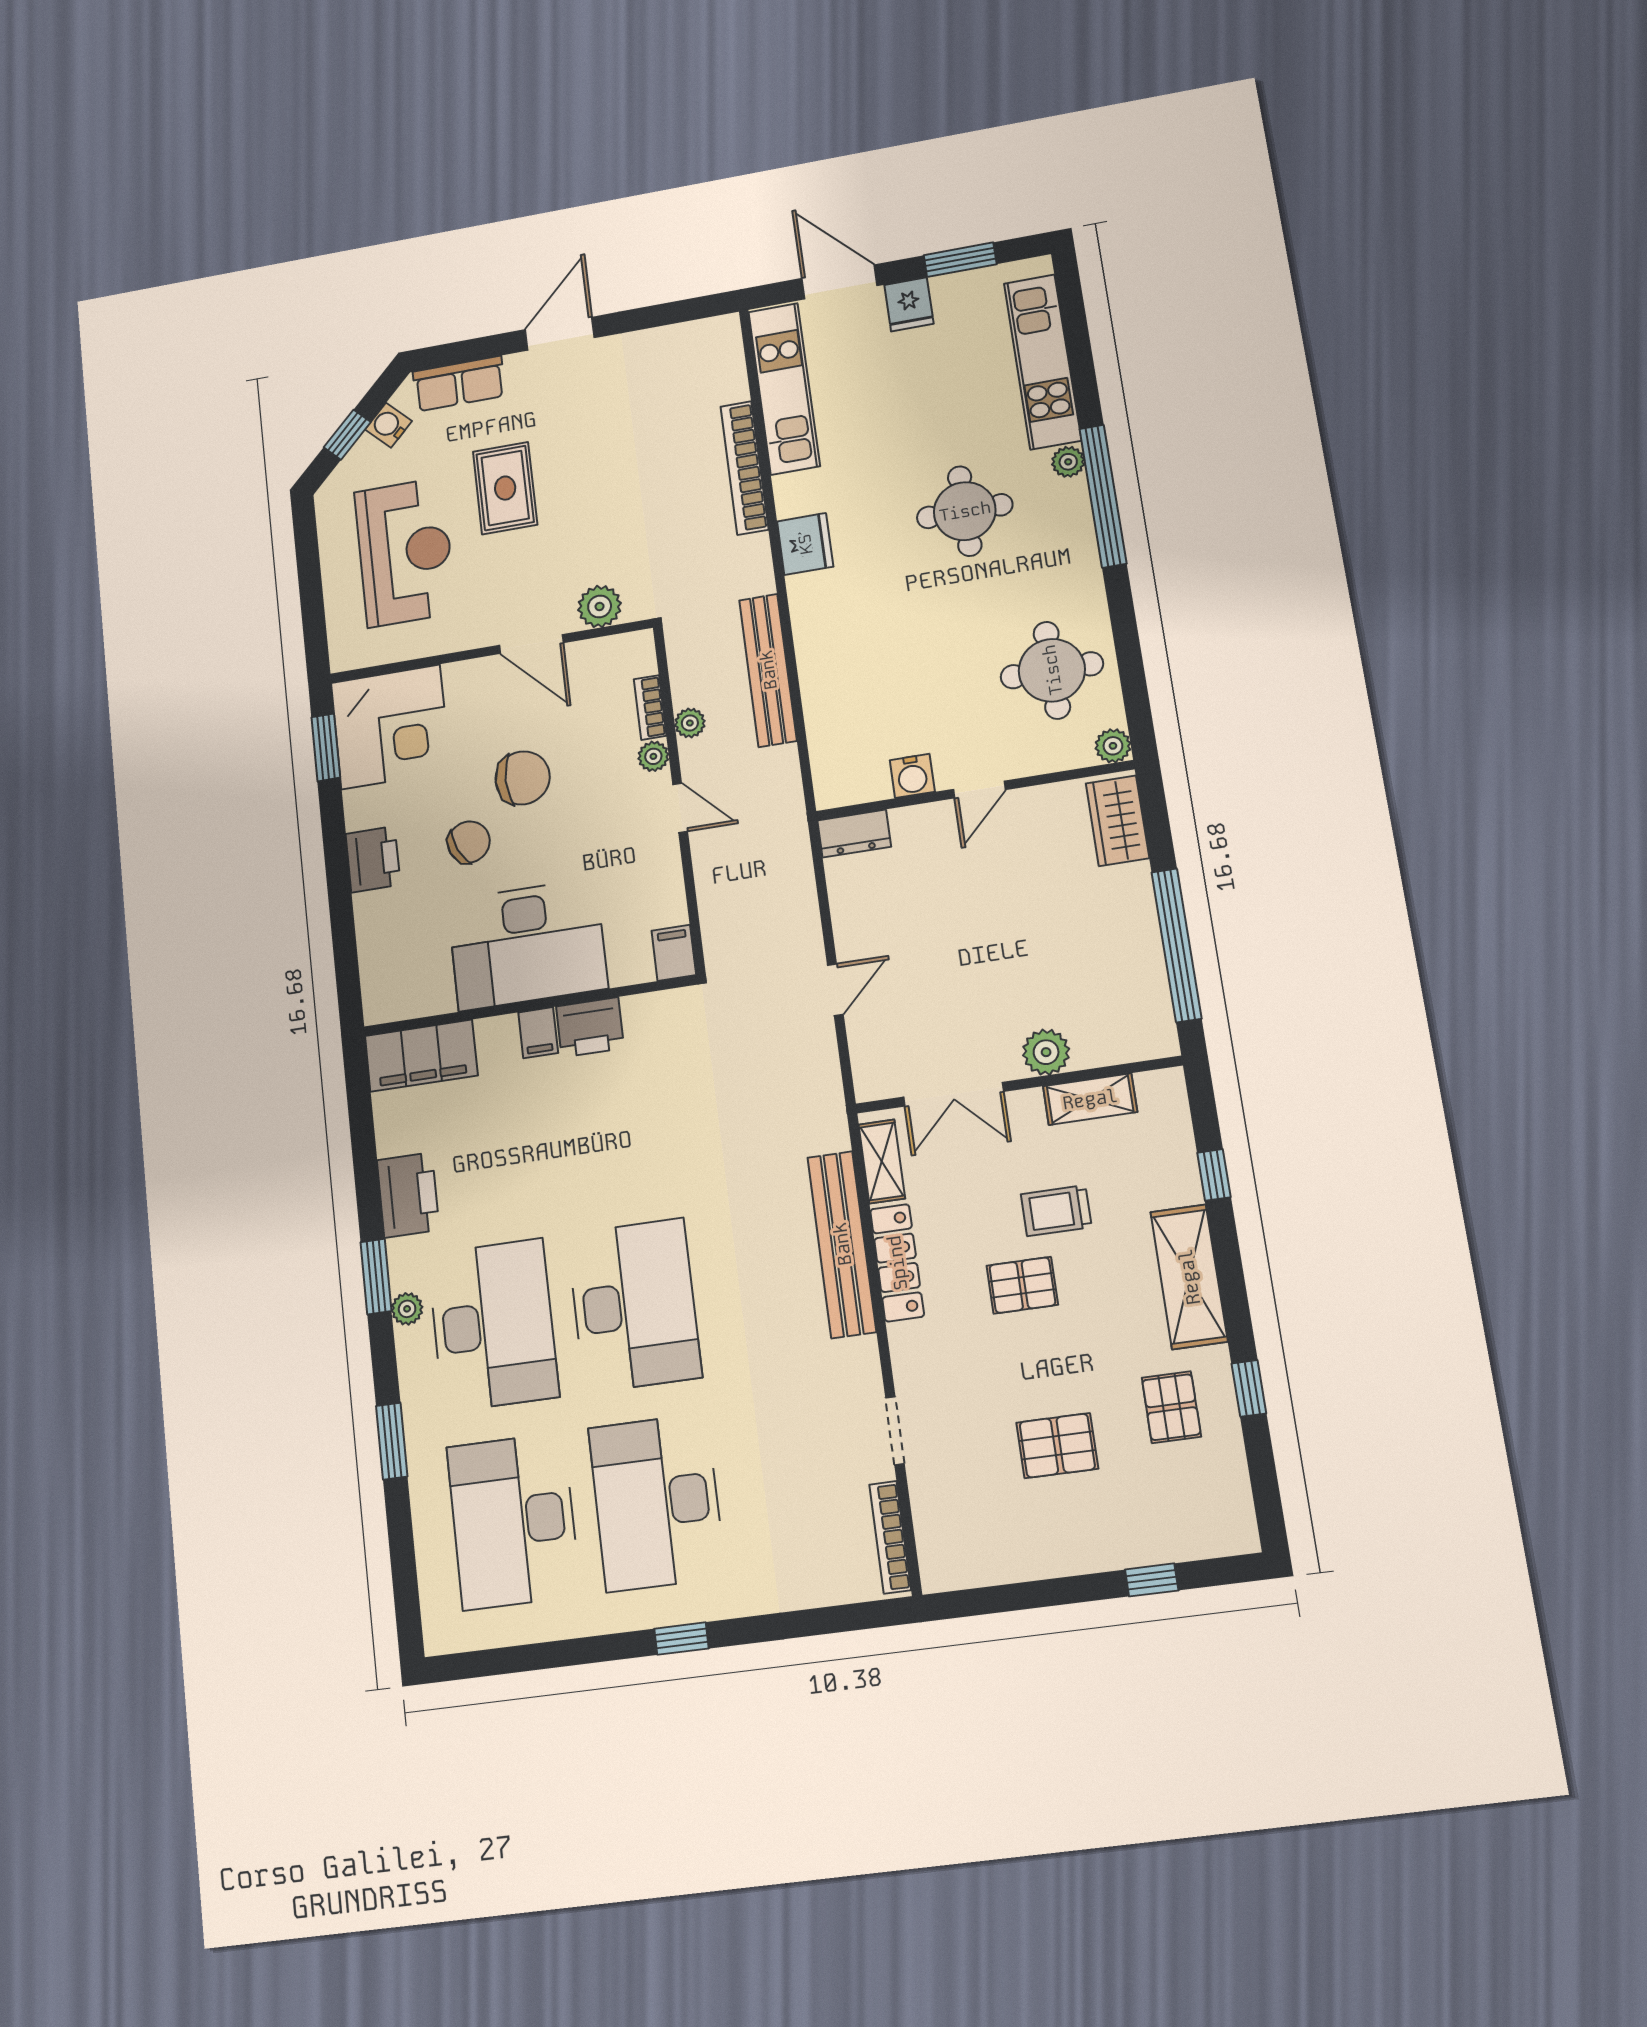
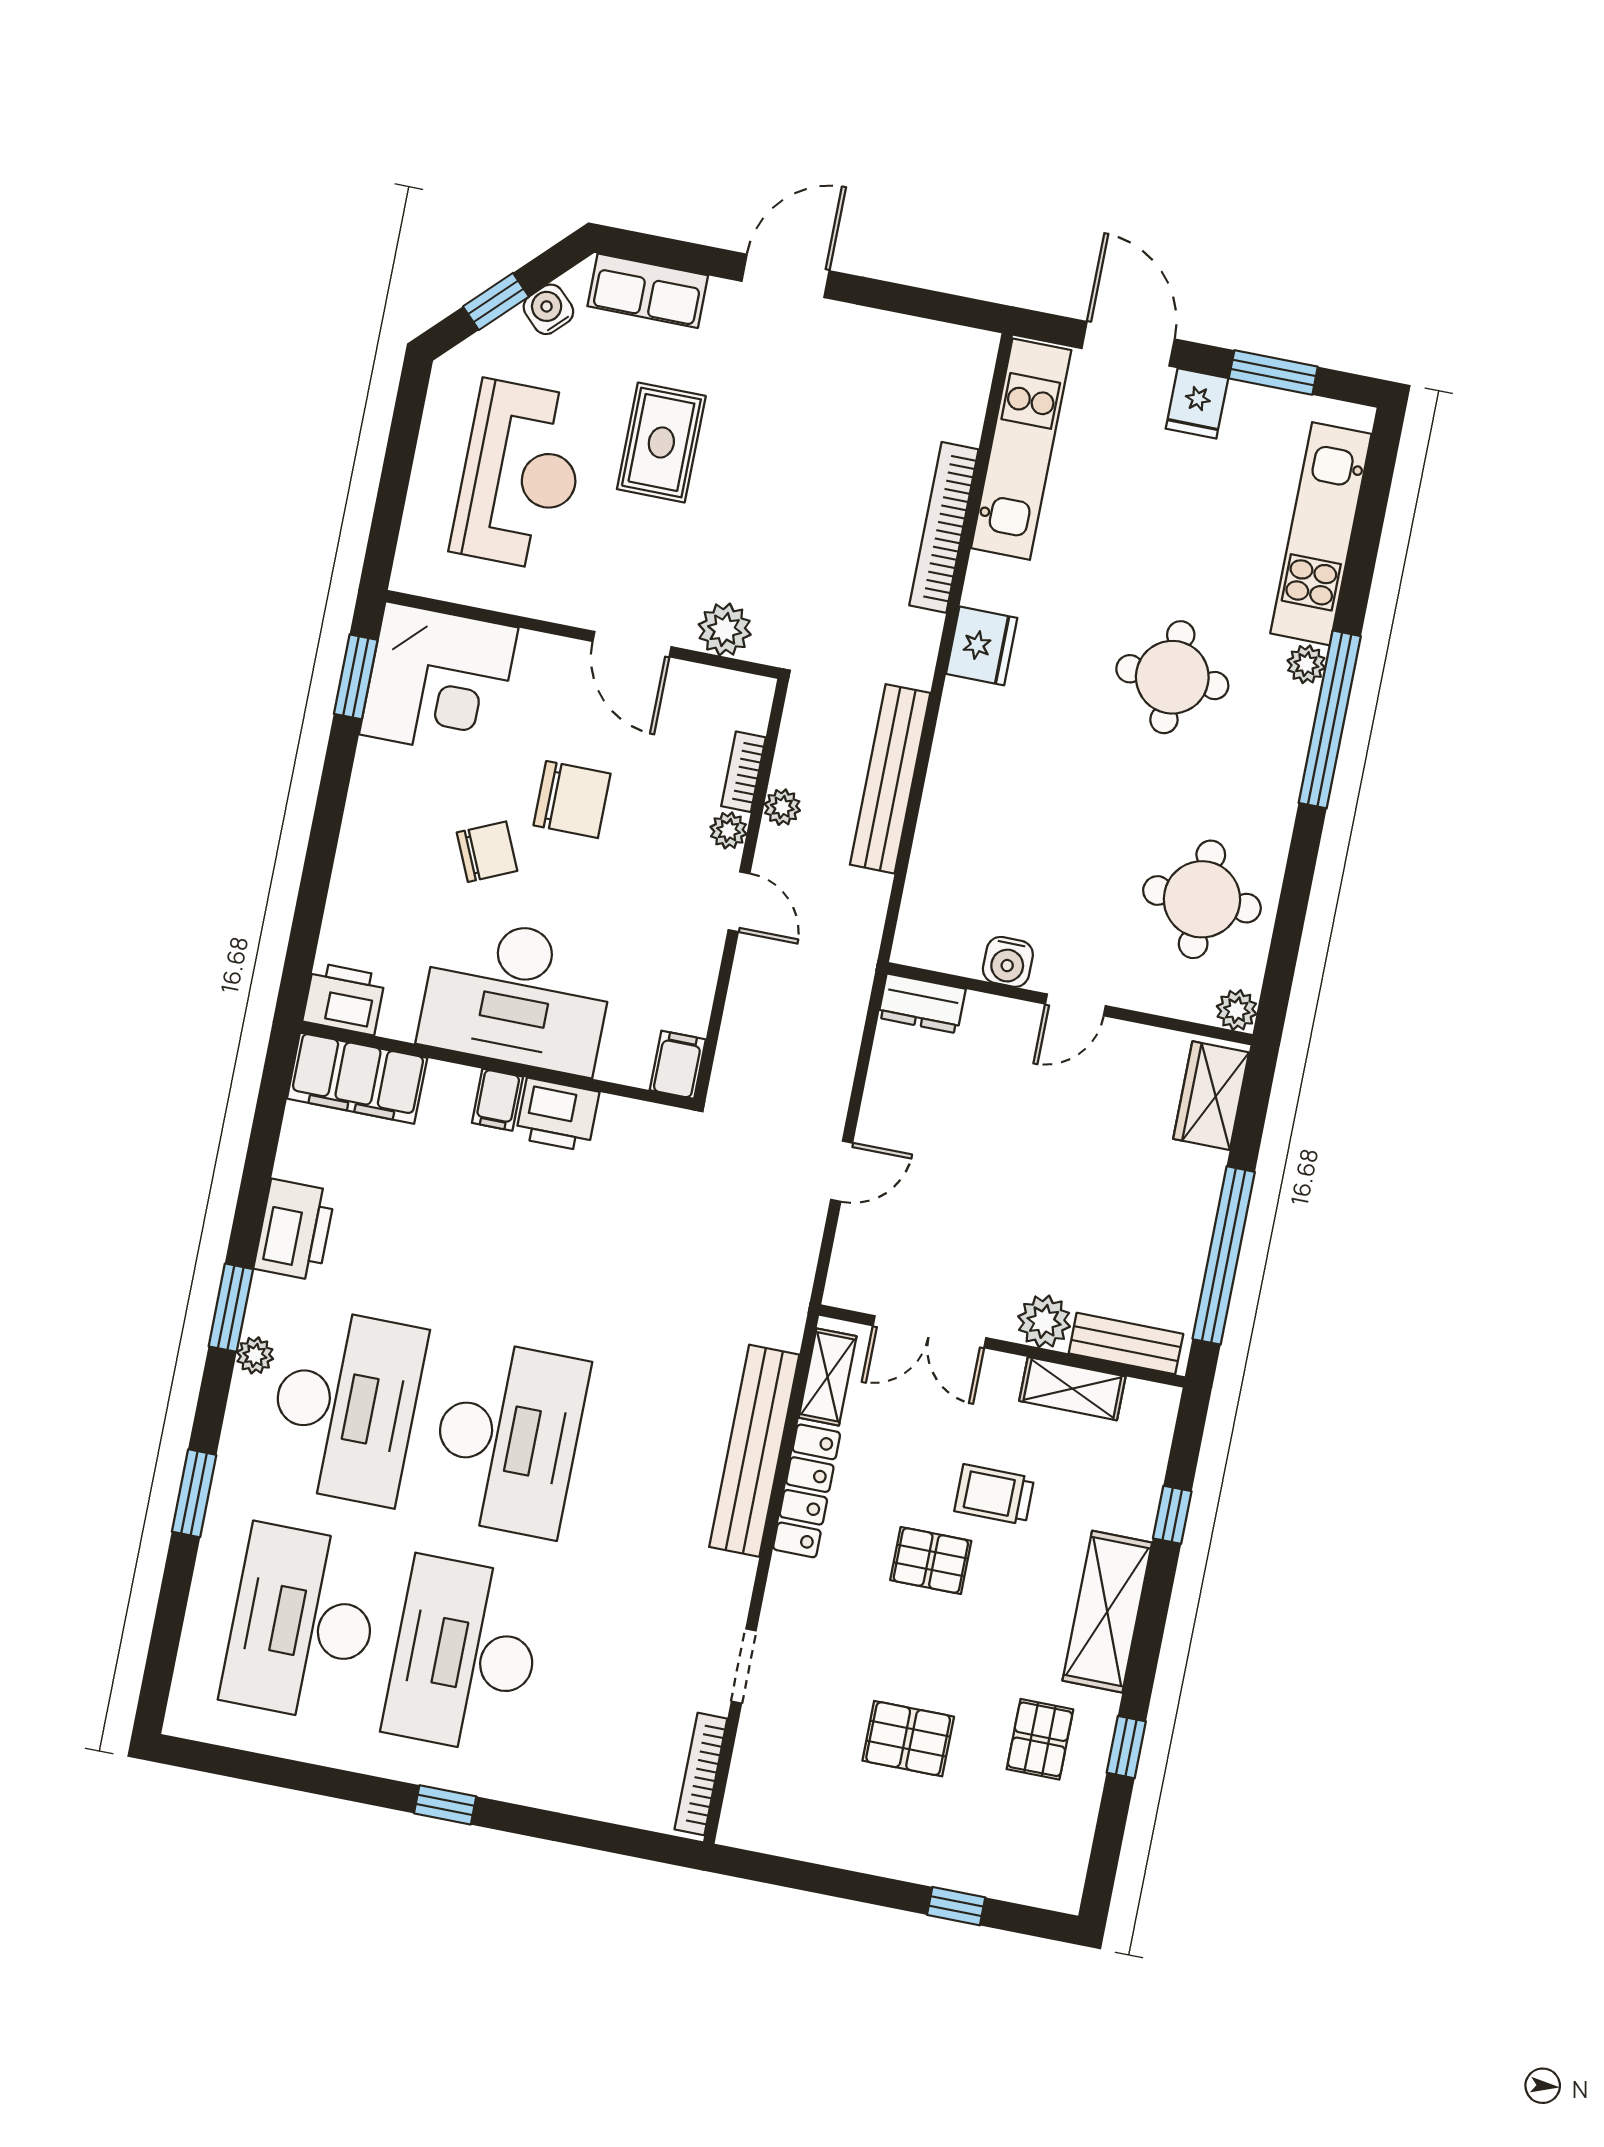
printer: (373, 859) -> (344, 999), moved, turned -90
bench: (1121, 1046) -> (1126, 1344), added

